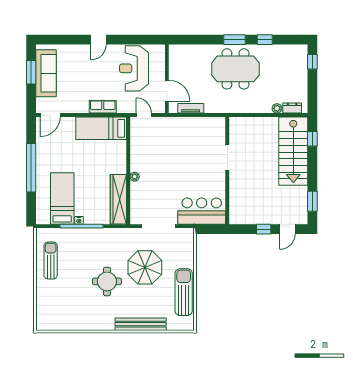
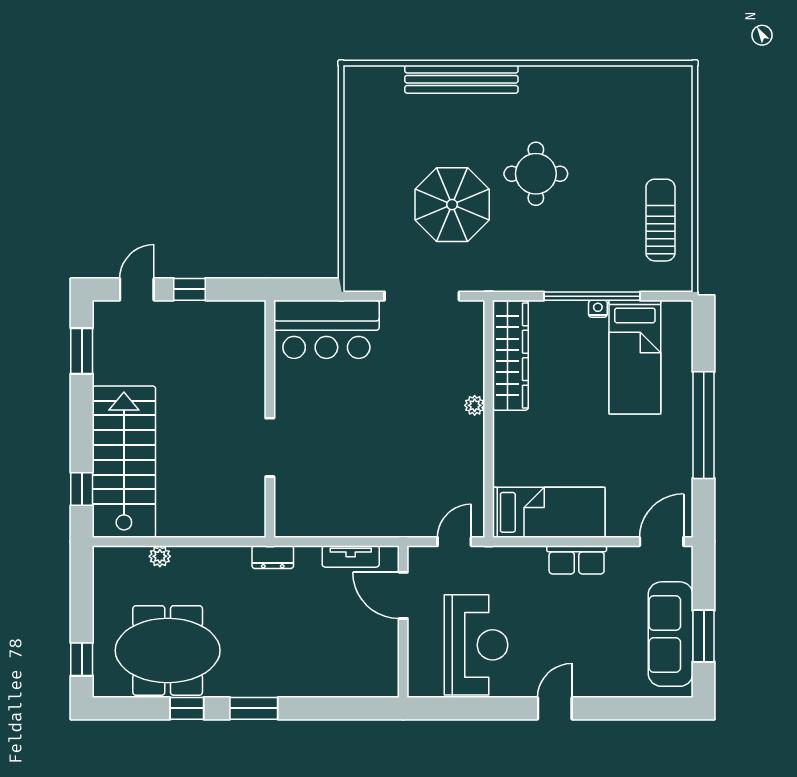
meeting table: (235, 69) -> (168, 650), moved
row of seats: (103, 107) -> (577, 560), moved
dresser: (292, 108) -> (273, 557), moved
door: (144, 115) -> (454, 542), swing flipped
sun lounger: (51, 260) -> (660, 220), turned 180
sun lounger: (184, 292) -> (366, 150), removed

